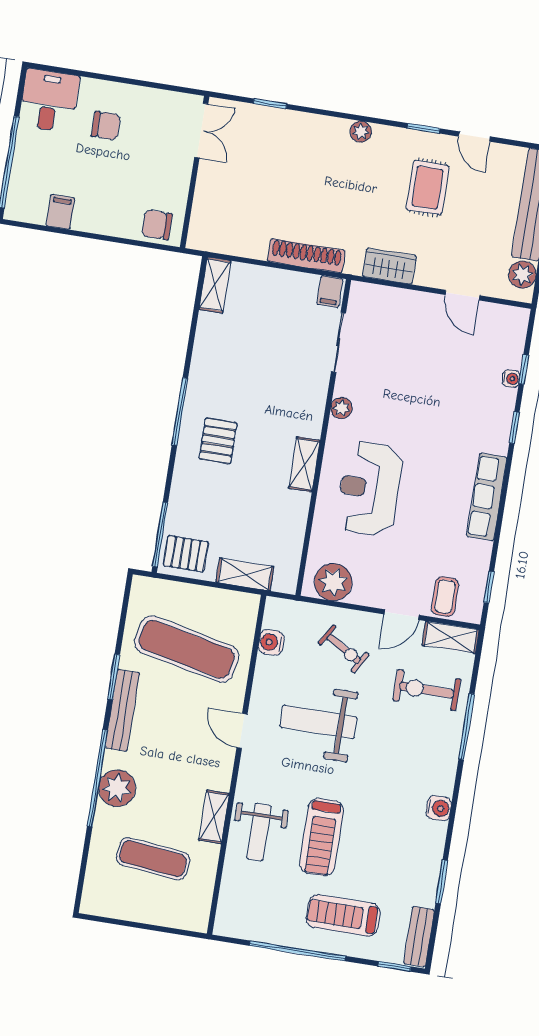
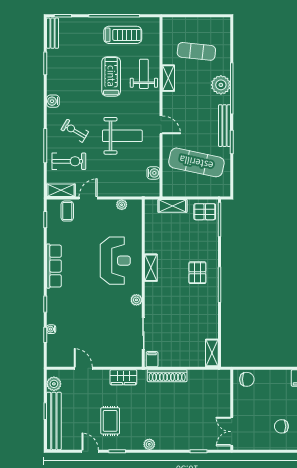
plant: (333, 582) -> (122, 205), width x0.53, depth x0.53
exercise bike: (344, 649) -> (75, 131), moved
treadmill: (343, 915) -> (123, 35), moved

